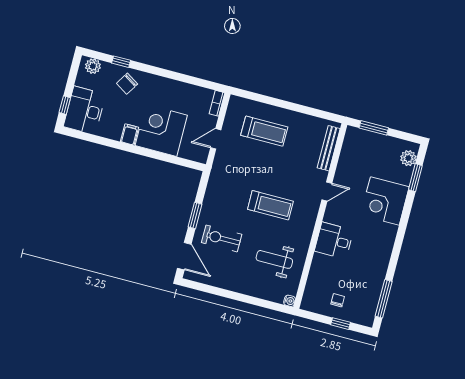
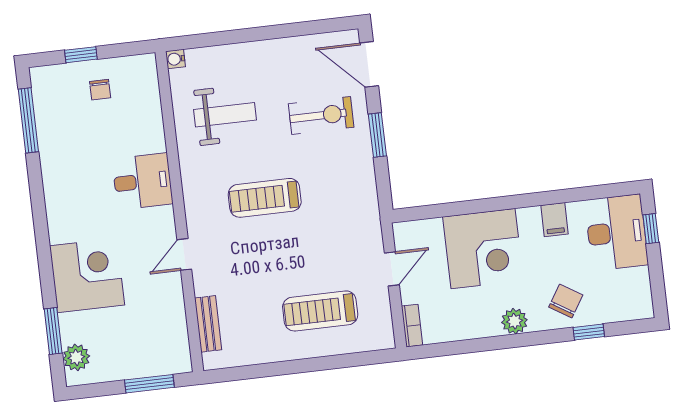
plant: (93, 66) -> (514, 321), moved
filing cabinet: (129, 134) -> (555, 220), moved
bench: (329, 148) -> (208, 324), width x0.73

